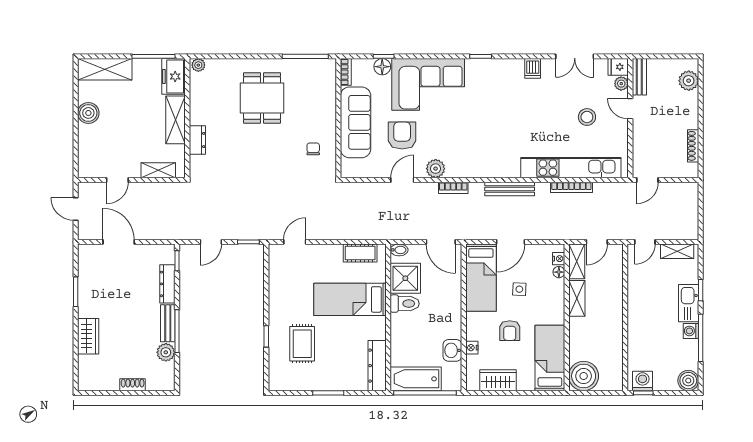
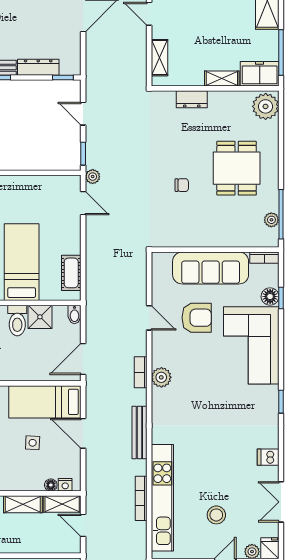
plant: (198, 65) -> (266, 106), width x1.87, depth x1.87
plant: (310, 65) -> (271, 220), added
dining table: (262, 98) -> (237, 168), turned 90
shelving: (176, 120) -> (222, 79), width x0.67, depth x0.75
chair: (313, 149) -> (182, 185), moved
plant: (436, 169) -> (161, 377), moved
plant: (270, 233) -> (93, 177), added
shower: (405, 278) -> (40, 317), width x0.73, depth x0.73

